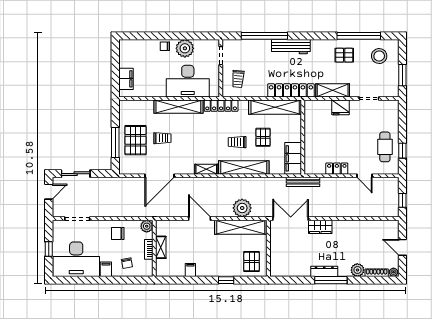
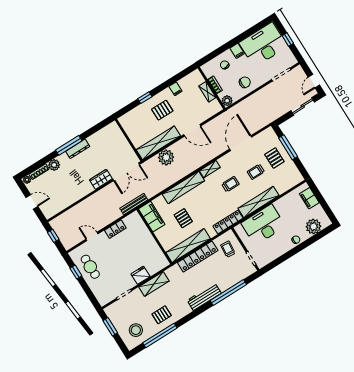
plant: (185, 48) -> (313, 226), moved
locker: (291, 90) -> (198, 257), moved
pallet: (135, 140) -> (274, 158), width x0.67, depth x0.71
trolley: (237, 142) -> (230, 184), moved
pallet: (252, 262) -> (162, 110), moved, turned 90

